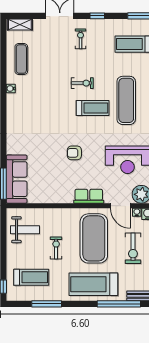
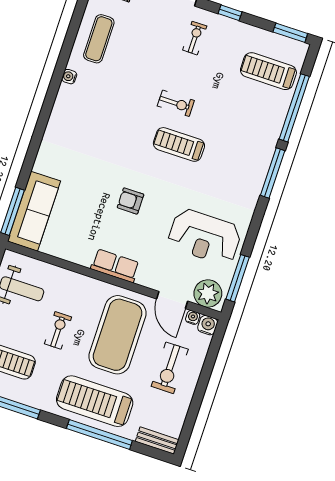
exercise mat: (126, 100) -> (231, 150), removed
treadmill: (93, 108) -> (179, 144), turned 180
row of seats: (89, 196) -> (115, 266), moved
window: (119, 304) -> (99, 435), moved

